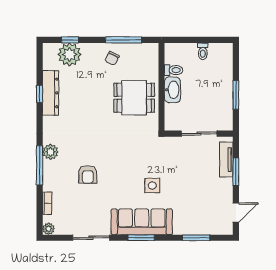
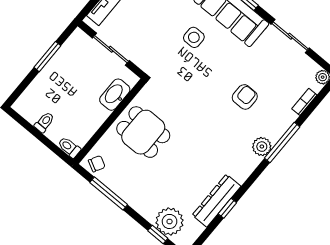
chair: (112, 58) -> (97, 164), moved
toilet: (174, 70) -> (69, 147), moved
washbasin: (172, 90) -> (115, 95), moved

